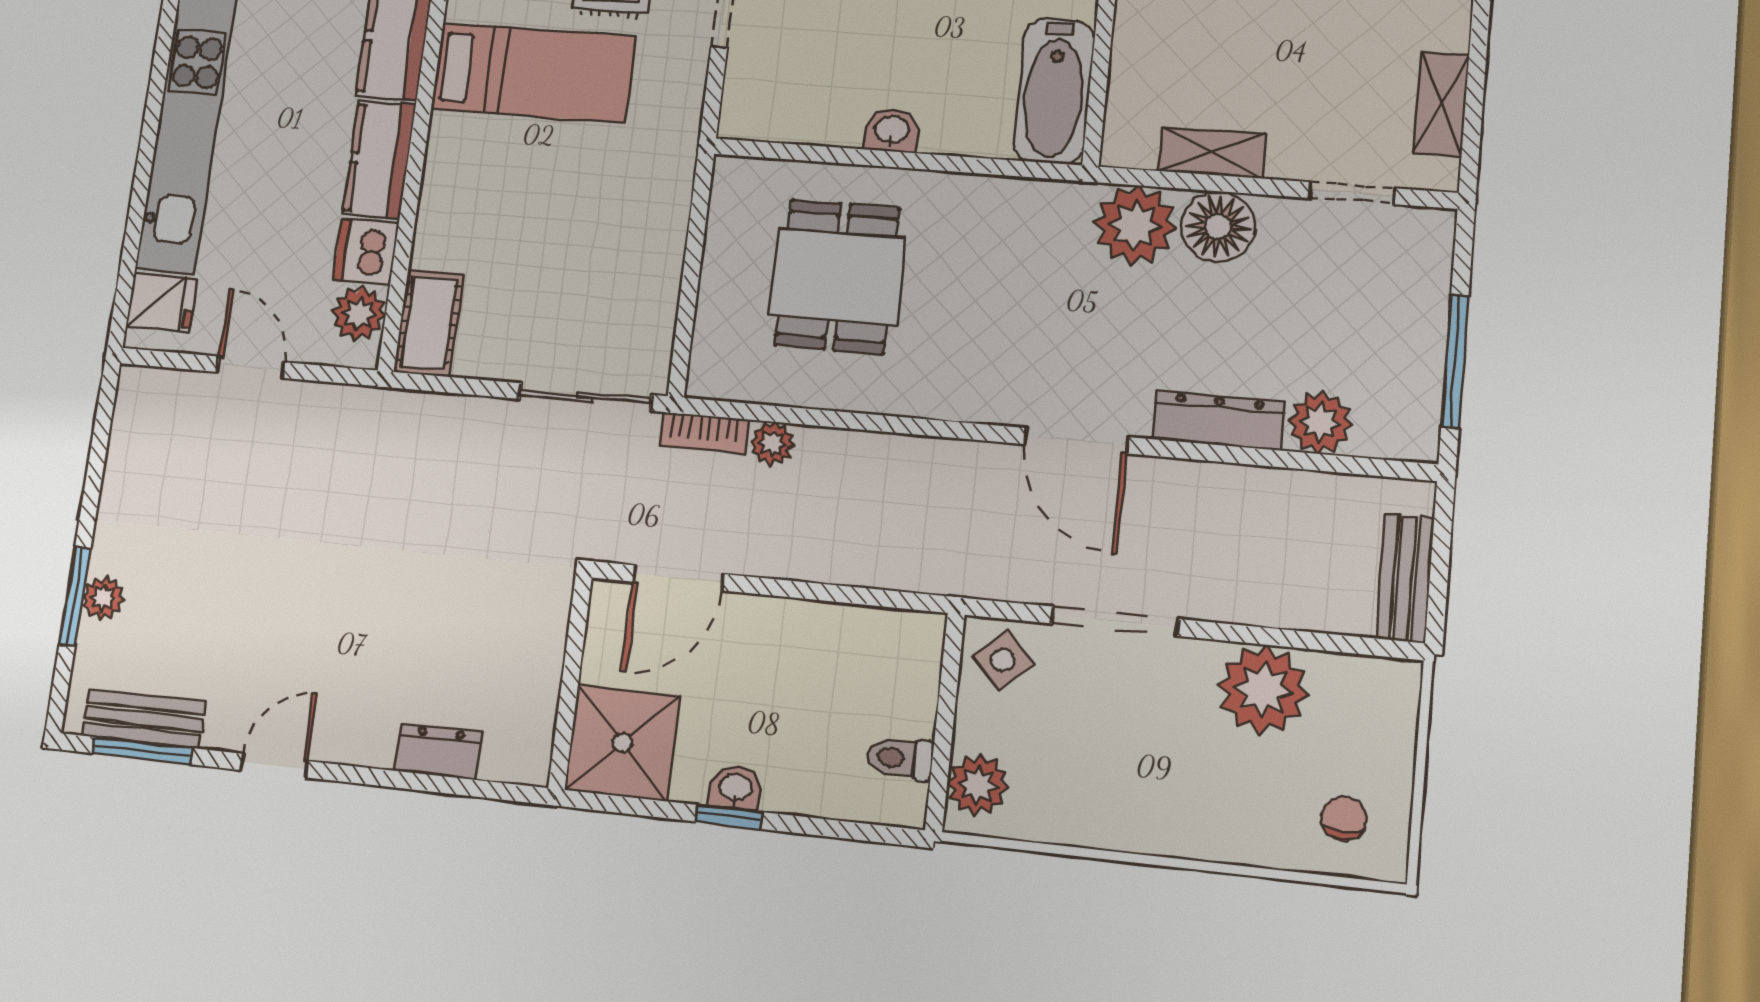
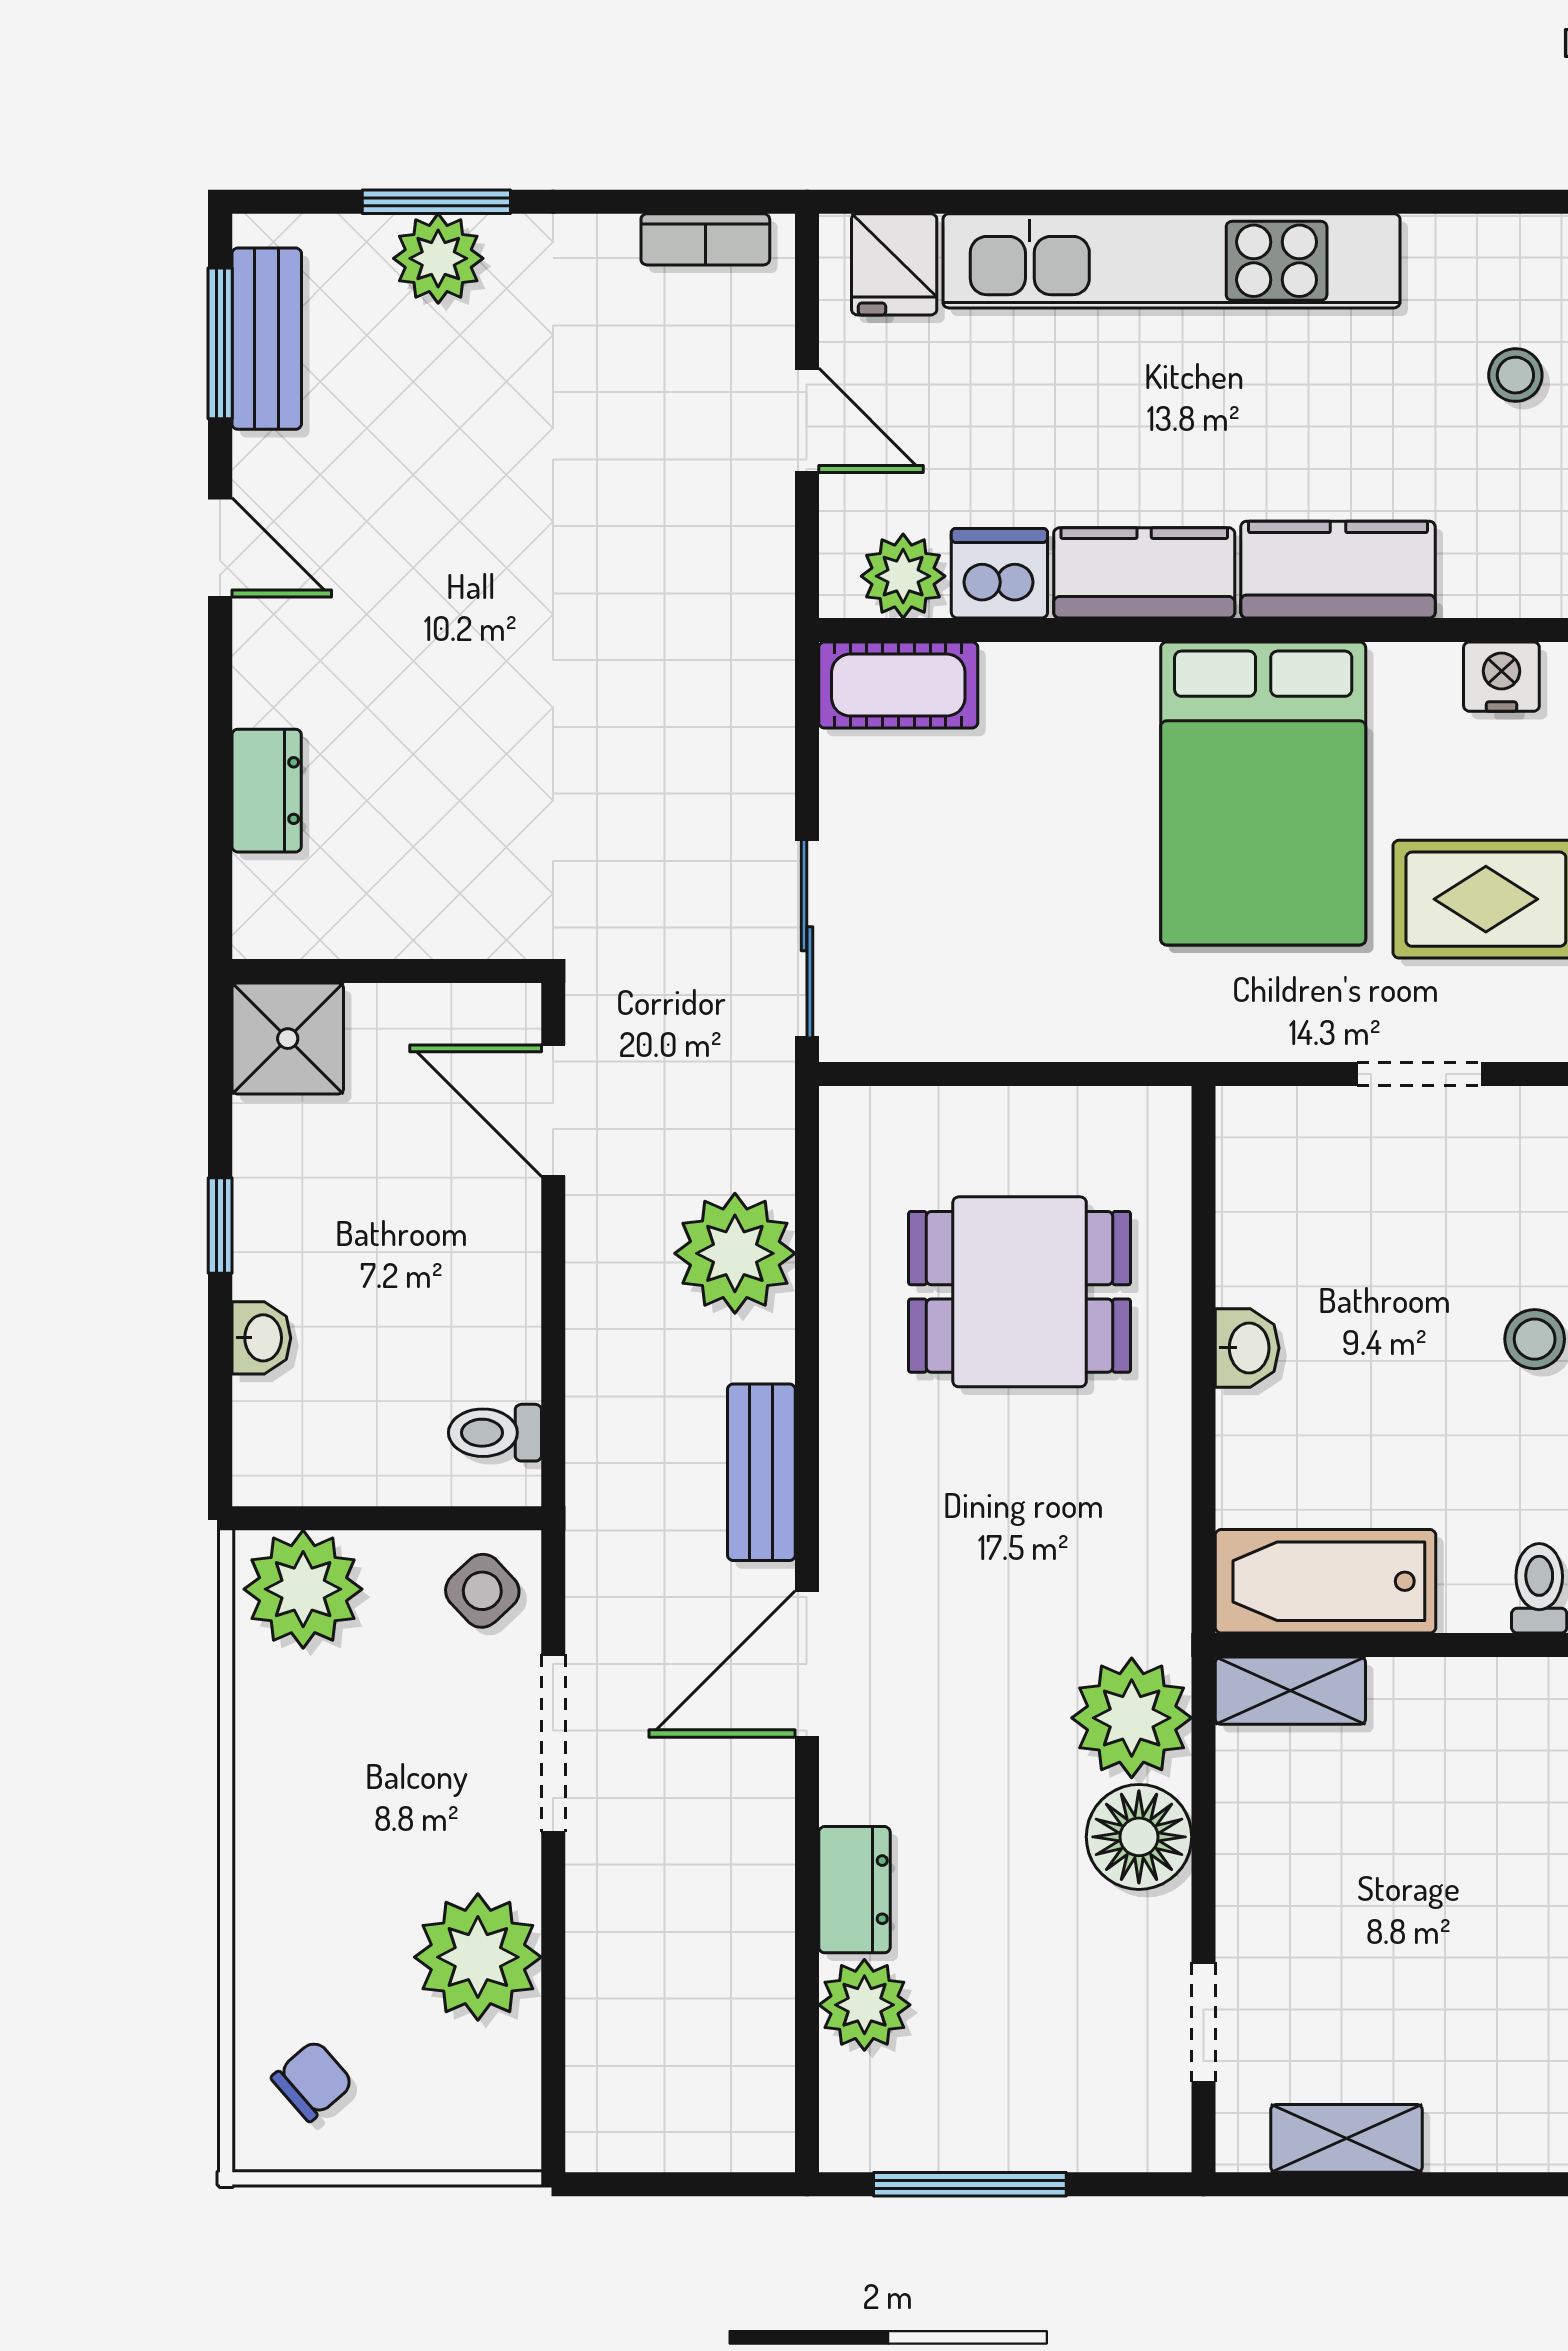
bed: (533, 73) -> (1263, 793), width x1.50
shelving: (1212, 152) -> (1290, 1691), moved, turned 90
door: (251, 367) -> (807, 420), hinge flipped
dresser: (1218, 420) -> (854, 1890), width x0.70
bookcase: (704, 433) -> (705, 239), moved, turned -90
plant: (772, 443) -> (735, 1253), width x1.87, depth x1.87
bench: (1405, 578) -> (761, 1472), moved, turned 90
plant: (103, 598) -> (438, 258), width x1.38, depth x1.38
shower: (622, 743) -> (288, 1039), width x0.73, depth x0.73
toilet: (900, 758) -> (495, 1433), moved, turned -90
plant: (978, 785) -> (303, 1589), width x1.36, depth x1.36
washbasin: (735, 788) -> (261, 1338), moved
chair: (1344, 818) -> (312, 2081), turned -41

